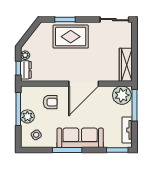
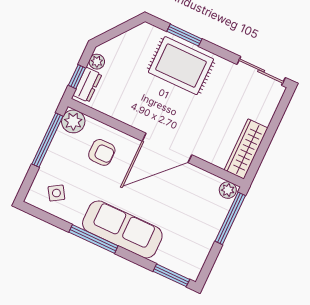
plant: (122, 95) -> (228, 190), width x0.53, depth x0.53
plant: (27, 116) -> (73, 121), moved
tv unit: (127, 130) -> (201, 251), removed

